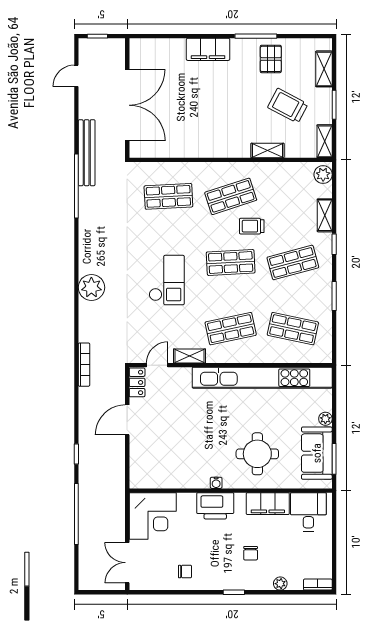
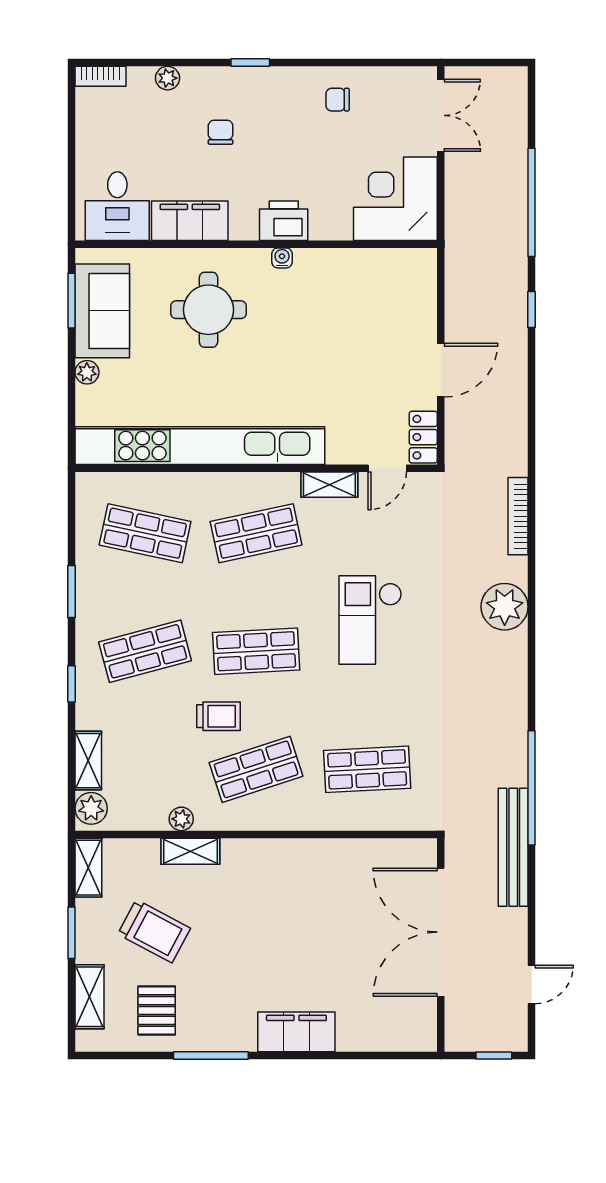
pallet: (271, 59) -> (157, 1010), moved
plant: (273, 169) -> (181, 819), added
shelving: (325, 215) -> (88, 761), moved
bookcase: (84, 365) -> (518, 516), moved
printer: (215, 506) -> (284, 221), width x0.73, depth x0.84

